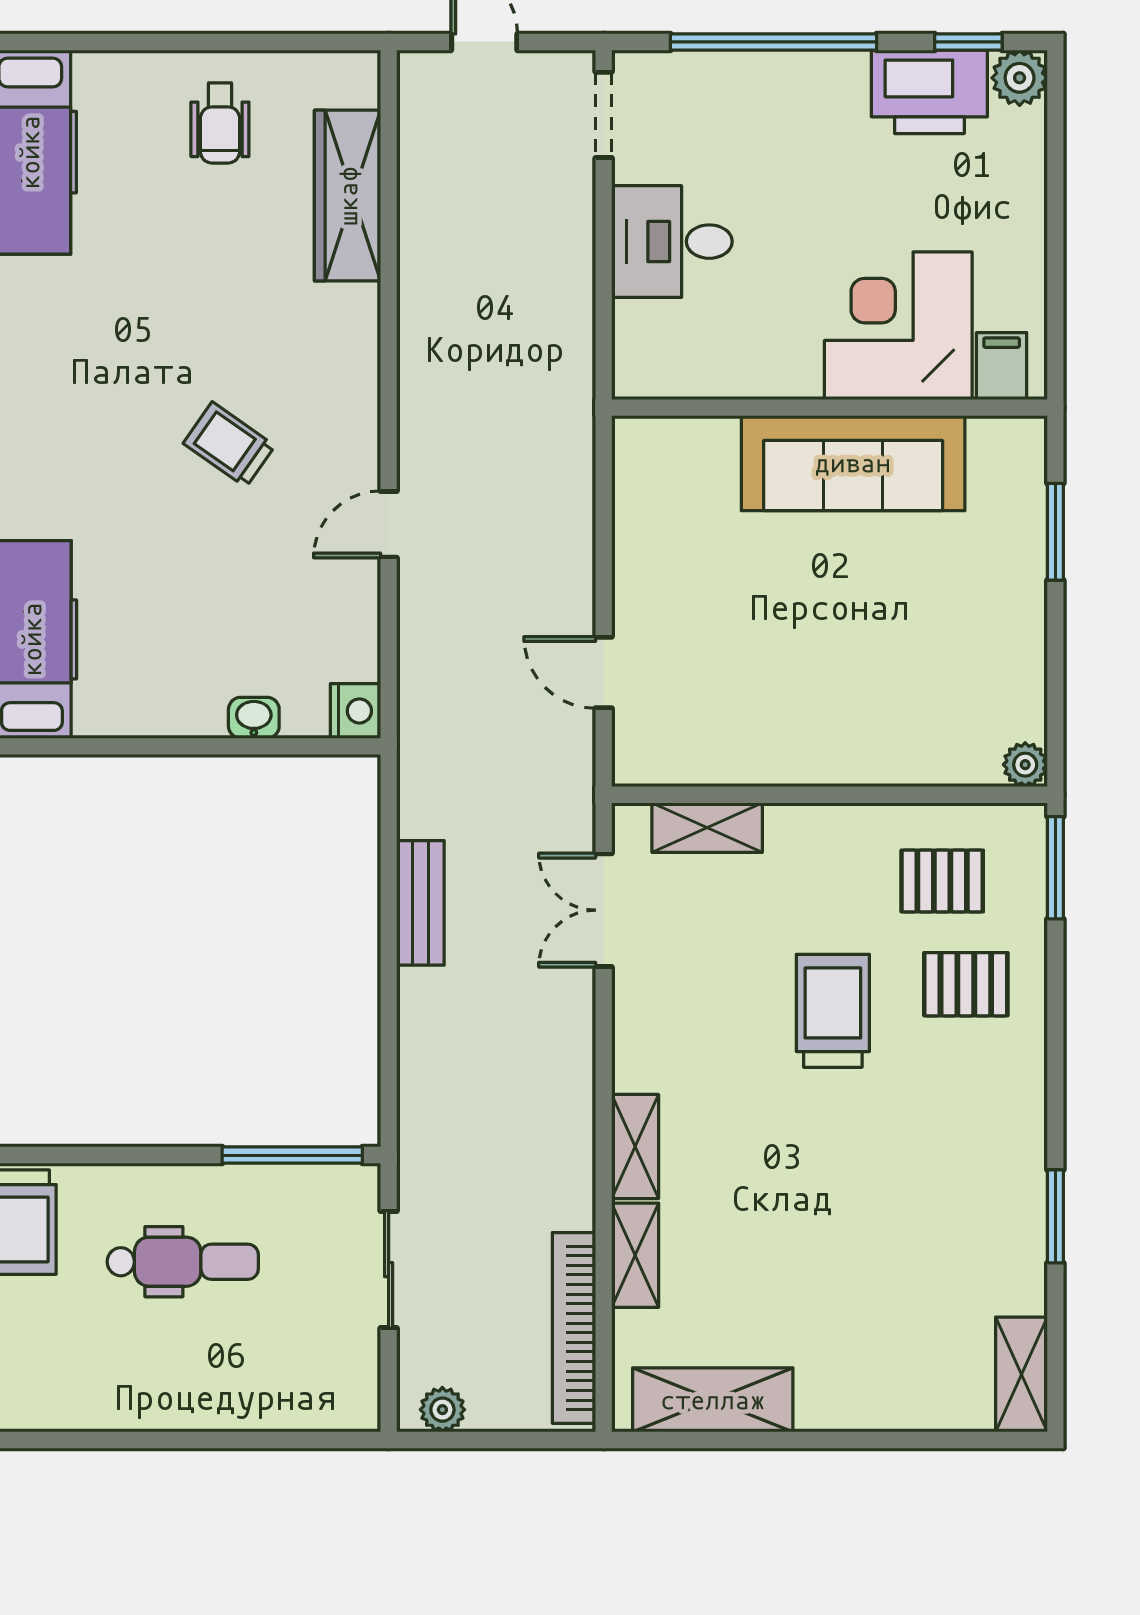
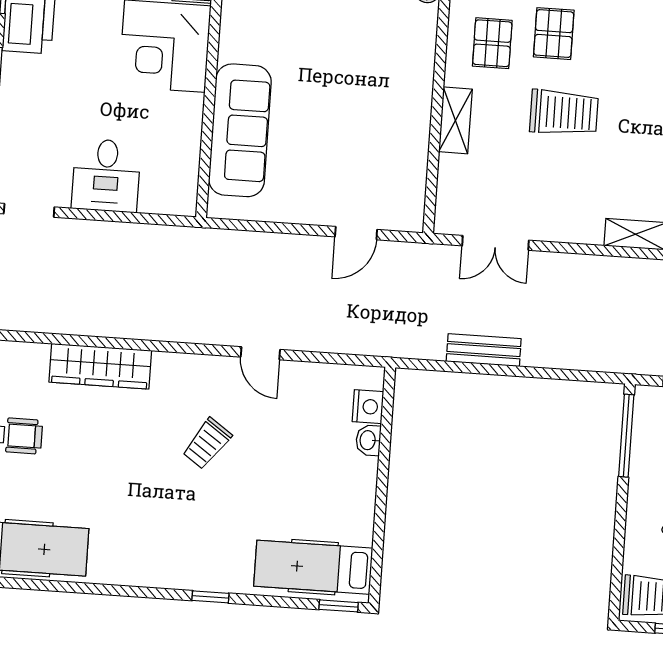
wardrobe: (348, 196) -> (100, 366), moved
sofa: (853, 463) -> (240, 130), moved
nightstand: (355, 711) -> (368, 407), moved, turned 90
shelving: (707, 828) -> (455, 120), moved
trolley: (833, 1011) -> (564, 113), turned 180

